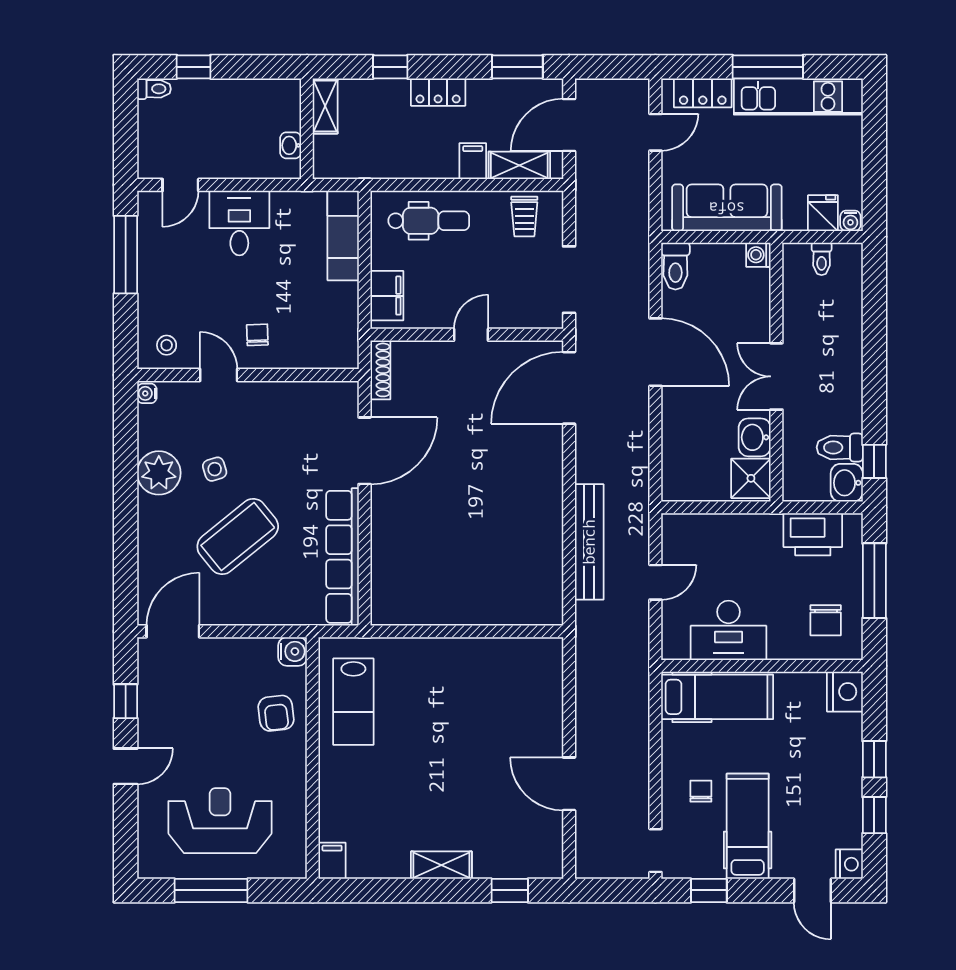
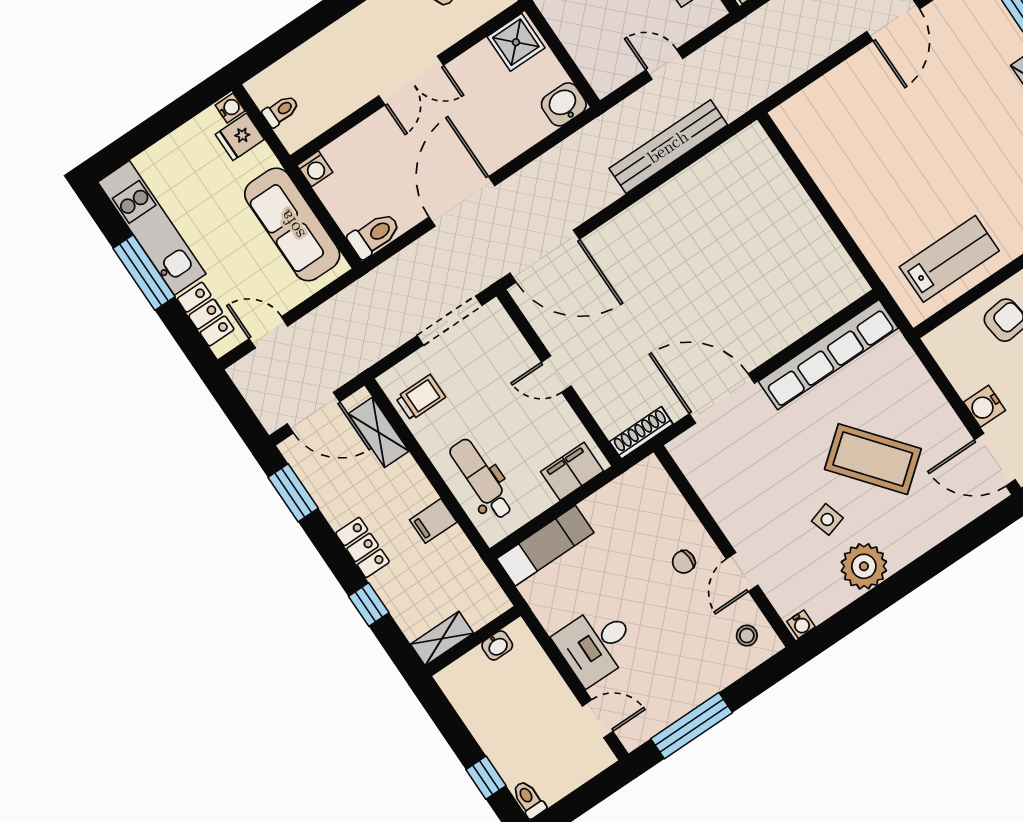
filing cabinet: (473, 161) -> (433, 521), moved
washbasin: (755, 437) -> (564, 104), moved, turned 180
water cooler: (293, 651) -> (985, 406), moved, turned -90

